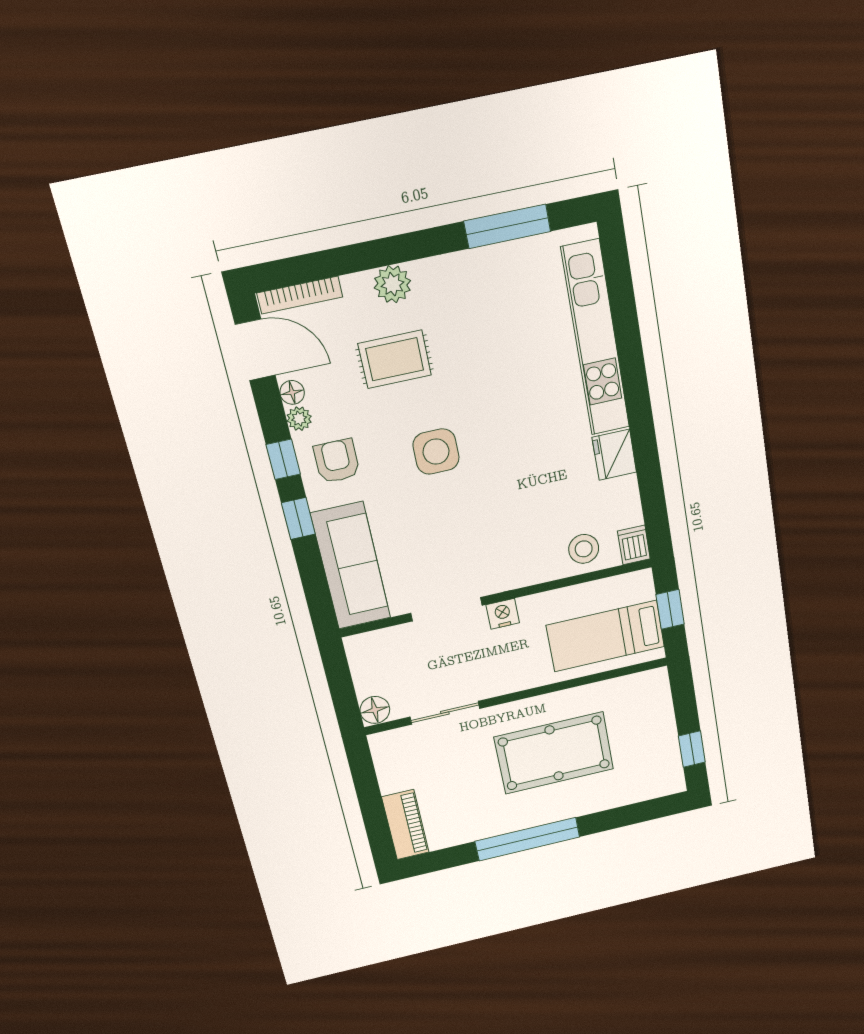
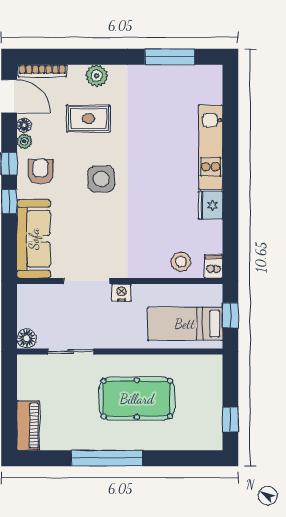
kitchen unit: (596, 339) -> (211, 147), width x0.73

